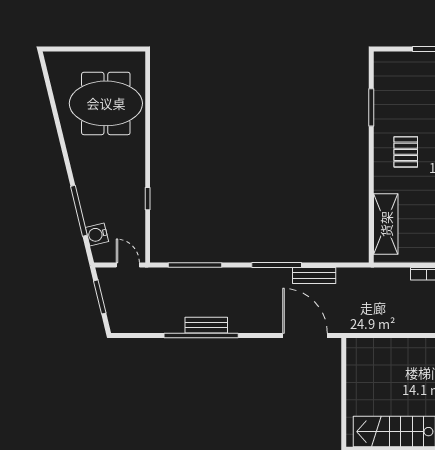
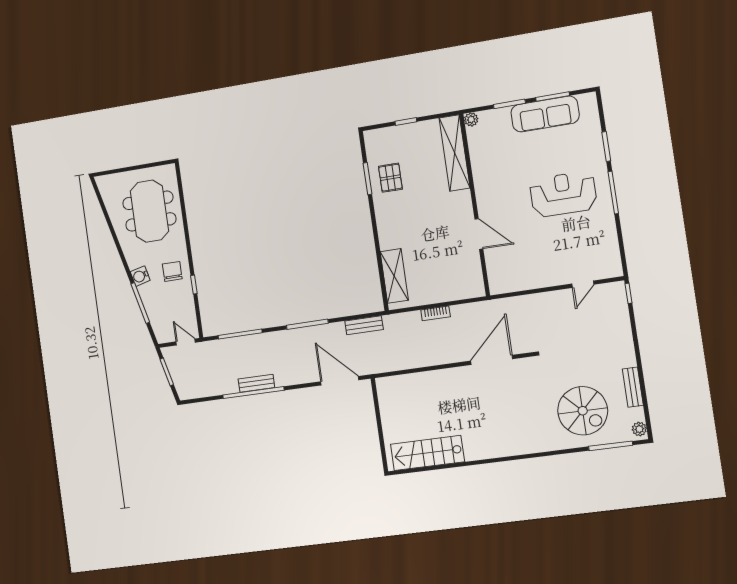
meeting table: (106, 103) -> (149, 211), turned 90
pallet: (406, 152) -> (390, 178), moved
chair: (124, 179) -> (172, 271), added
water cooler: (97, 234) -> (140, 276), moved
bench: (314, 275) -> (364, 325), moved

